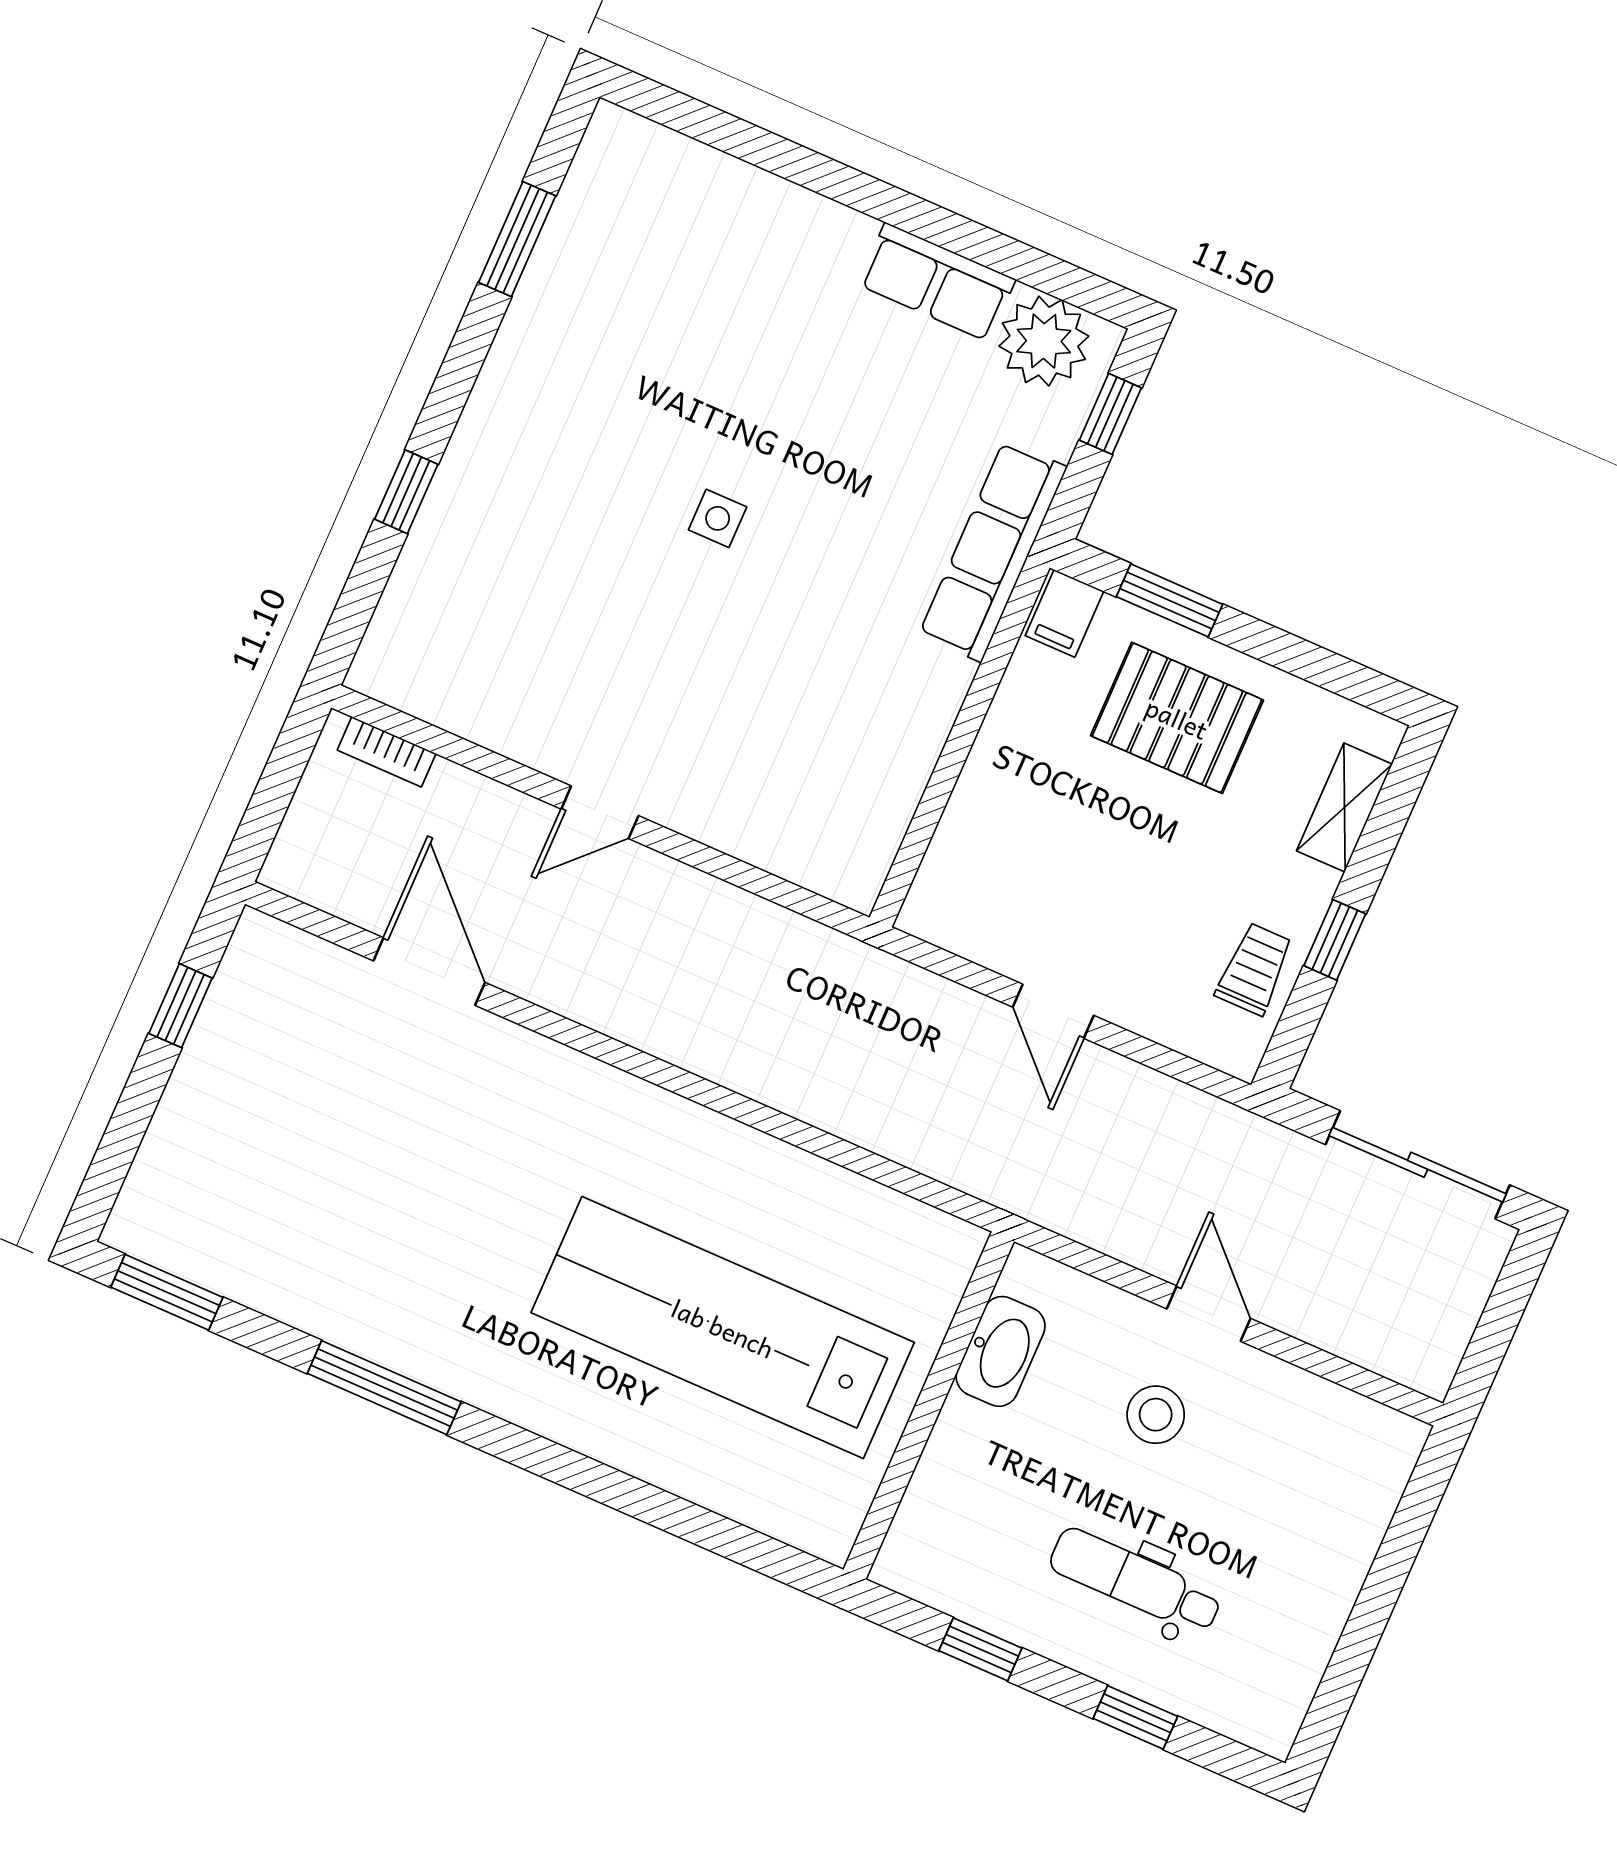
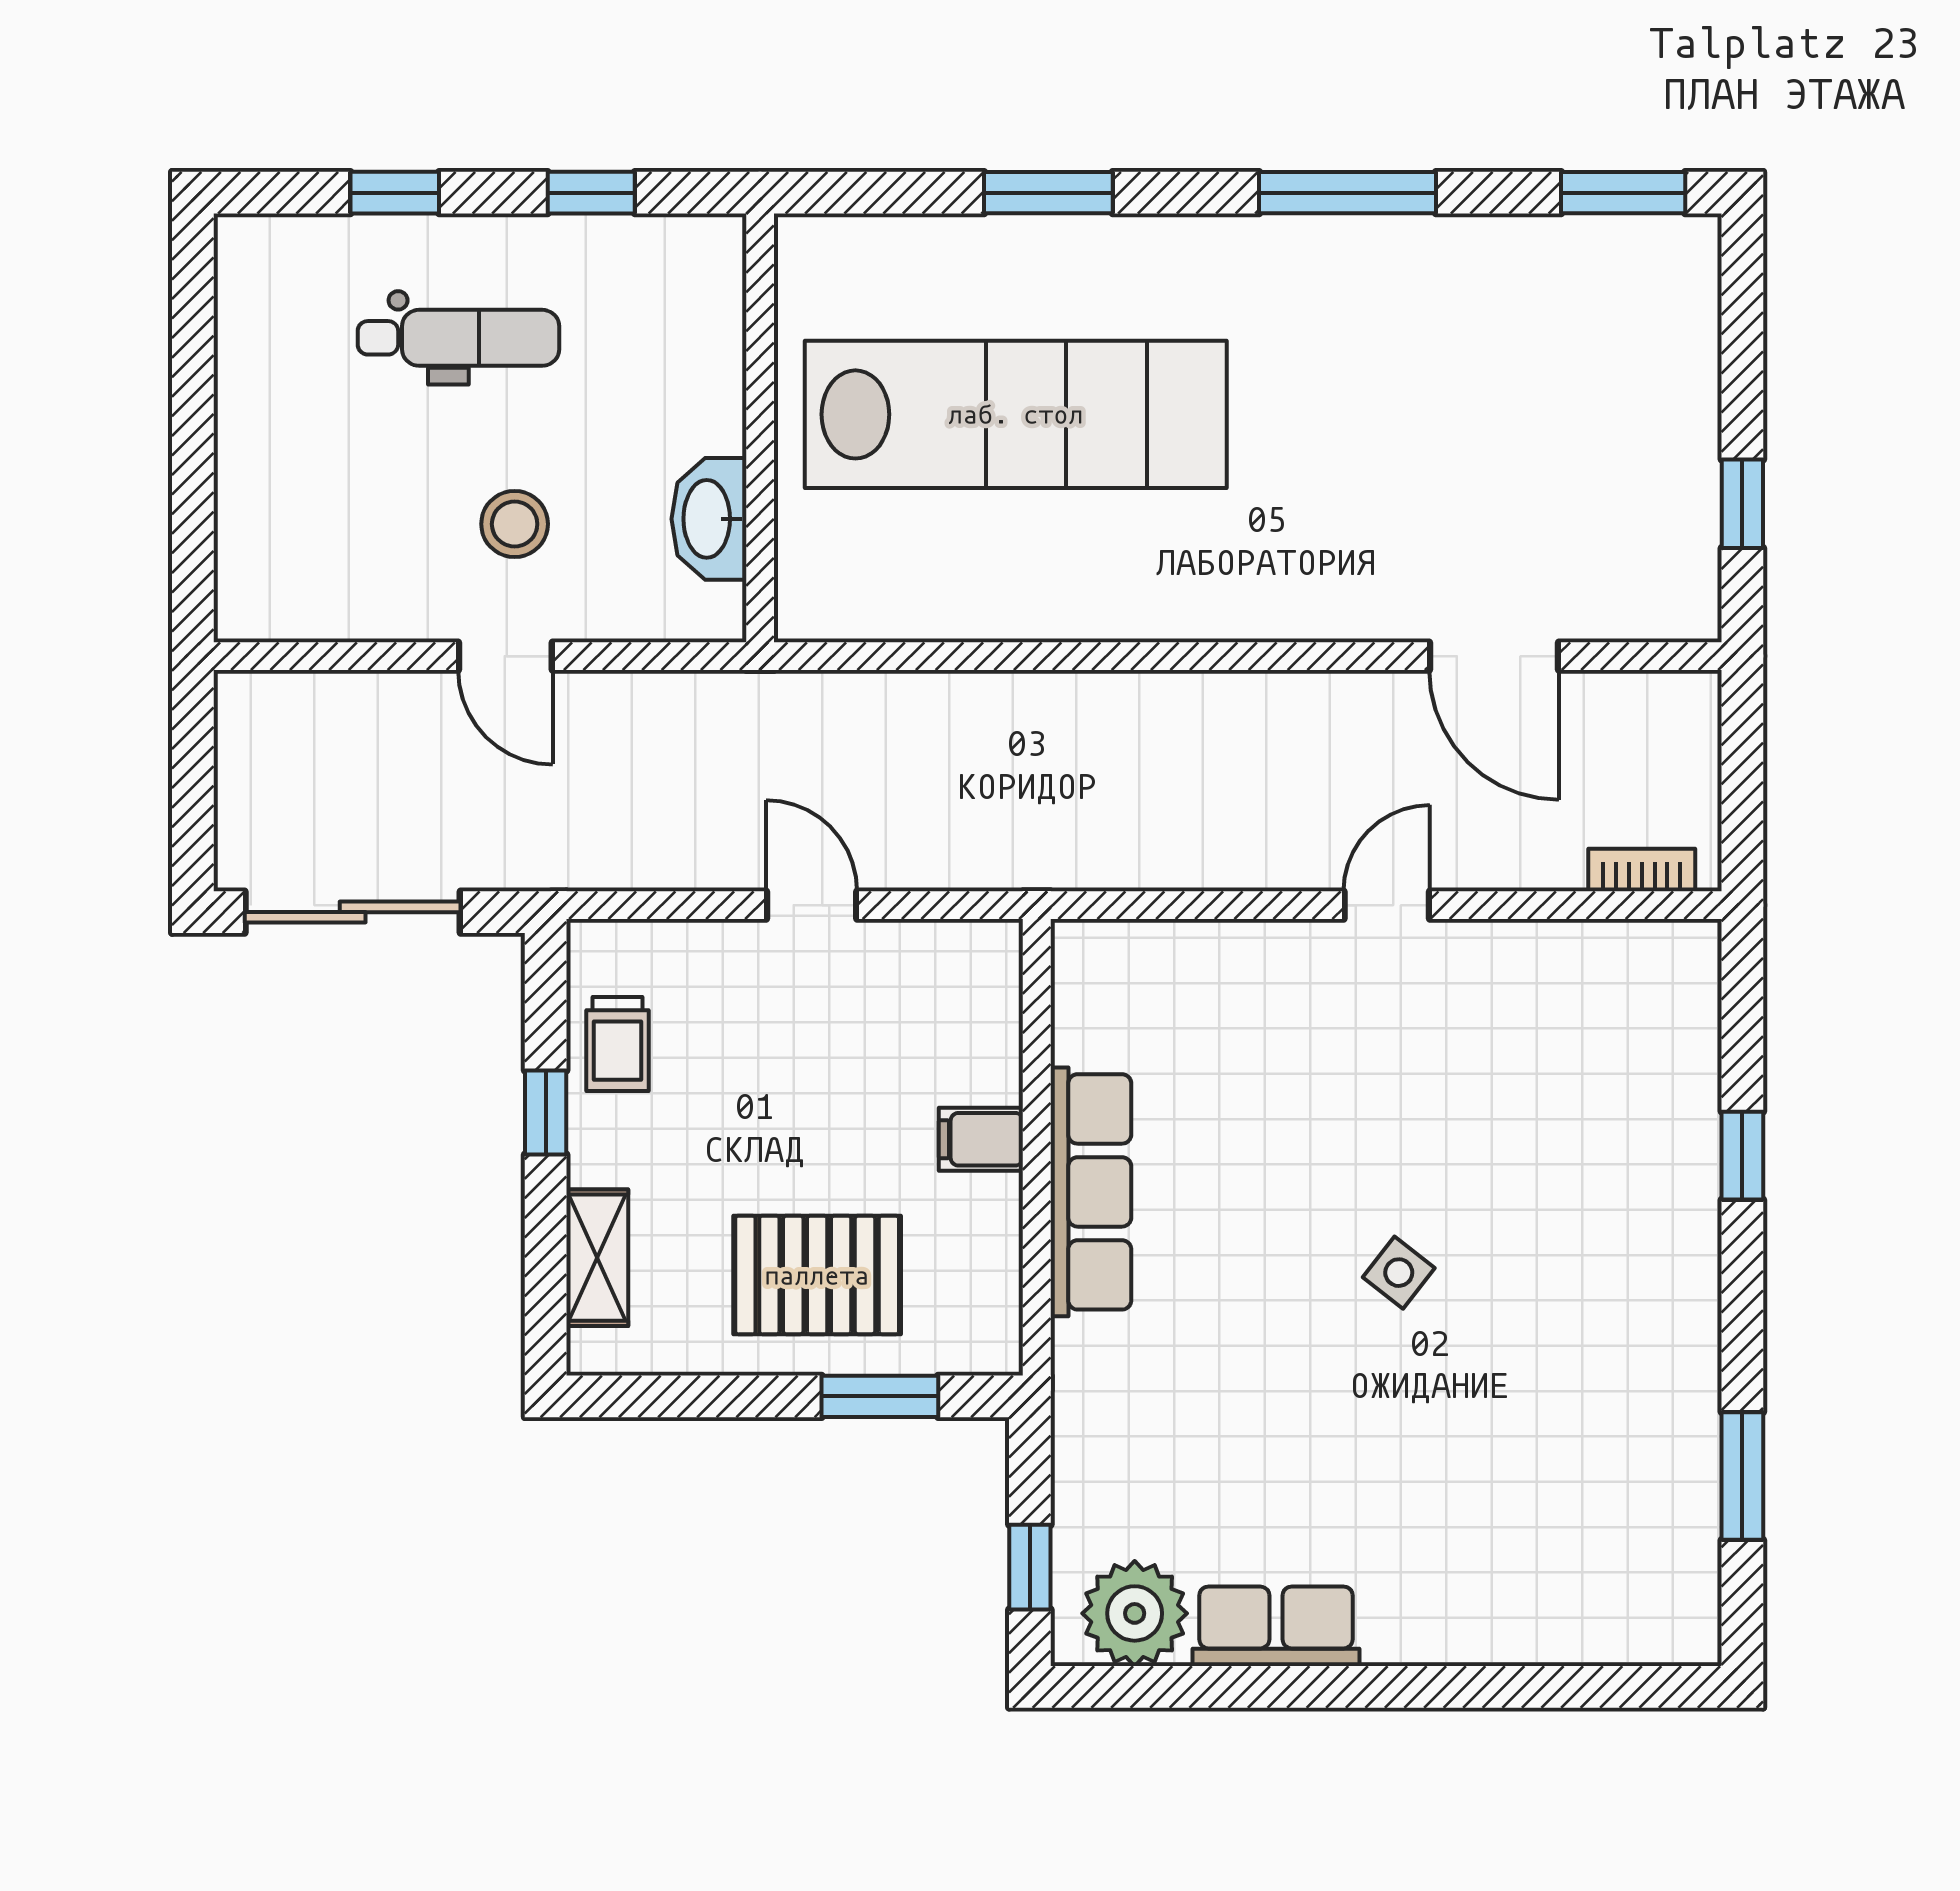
side table: (718, 518) -> (1399, 1273), turned 38
row of seats: (993, 551) -> (1091, 1192), moved
filing cabinet: (1064, 613) -> (981, 1139), moved, turned -90
window: (620, 1491) -> (1048, 193), added

